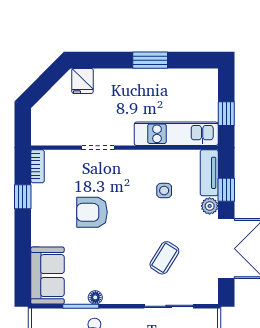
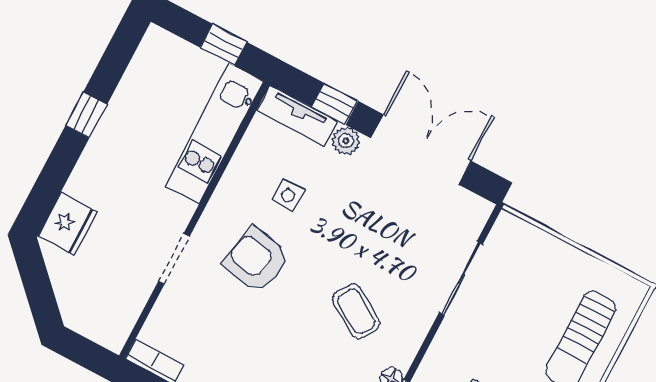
window: (150, 60) -> (86, 115), width x0.67
fridge: (82, 81) -> (68, 224), width x1.38
armchair: (92, 212) -> (257, 260), moved, turned 102
coffee table: (164, 258) -> (356, 311), moved

